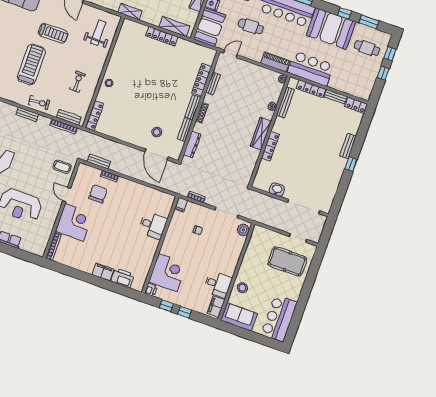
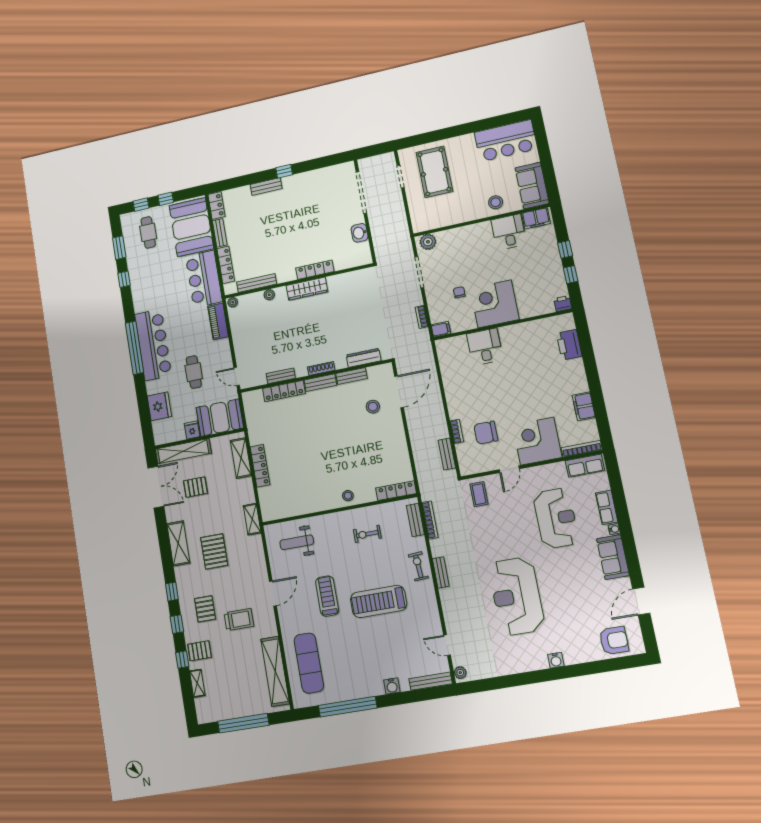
booth: (331, 29) -> (191, 227), moved
row of seats: (42, 242) -> (585, 466), added
filing cabinet: (103, 272) -> (584, 406), moved
corner desk: (168, 273) -> (495, 304), moved

